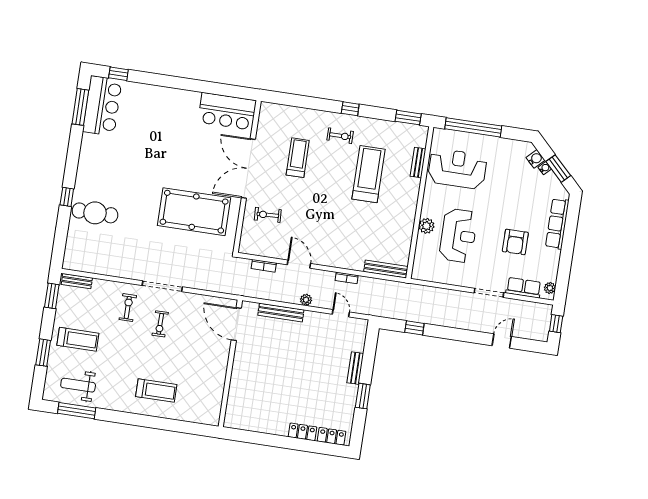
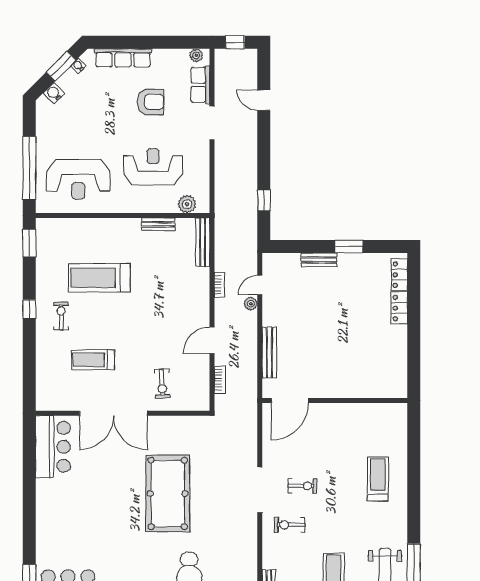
bench: (418, 163) -> (158, 224), moved
water cooler: (545, 168) -> (78, 66), moved
reception desk: (457, 169) -> (78, 179), turned -90
pool table: (194, 212) -> (168, 493), moved
plant: (426, 226) -> (187, 204), moved
plant: (306, 300) -> (251, 304), moved

